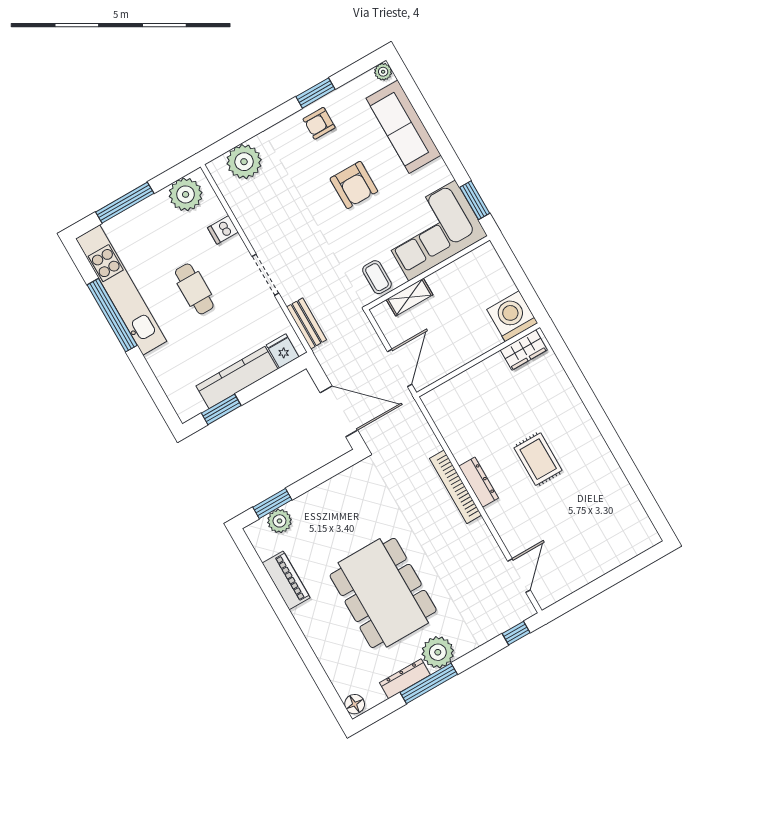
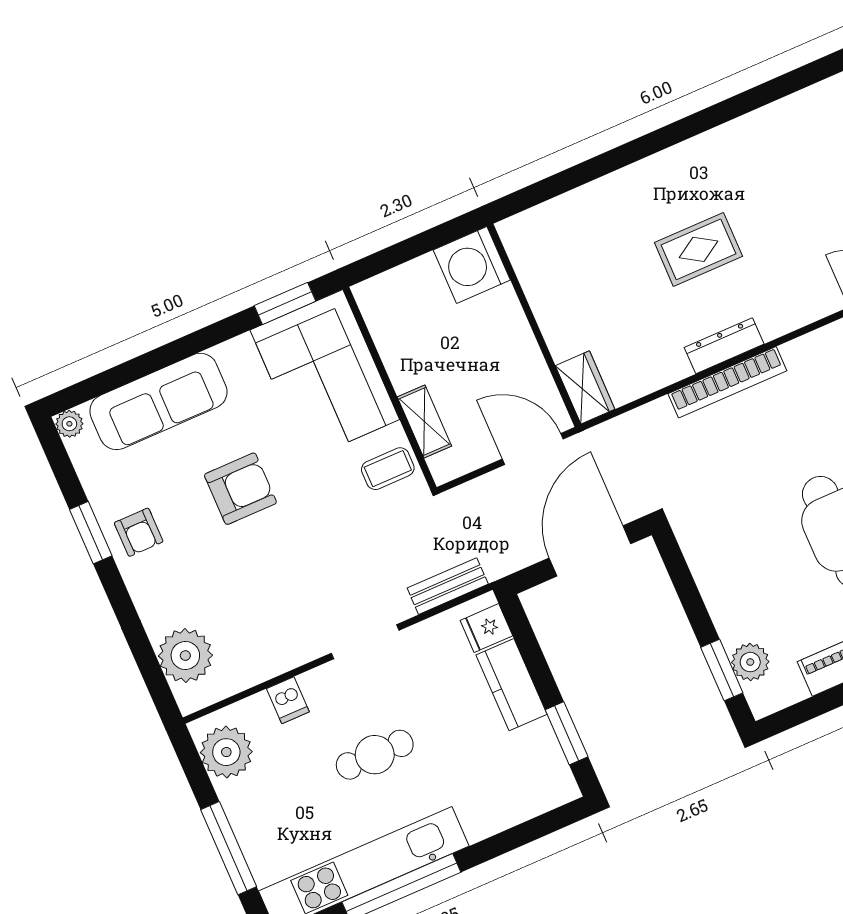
wardrobe: (524, 350) -> (585, 387), moved
kitchen counter: (237, 377) -> (511, 685), width x0.67

